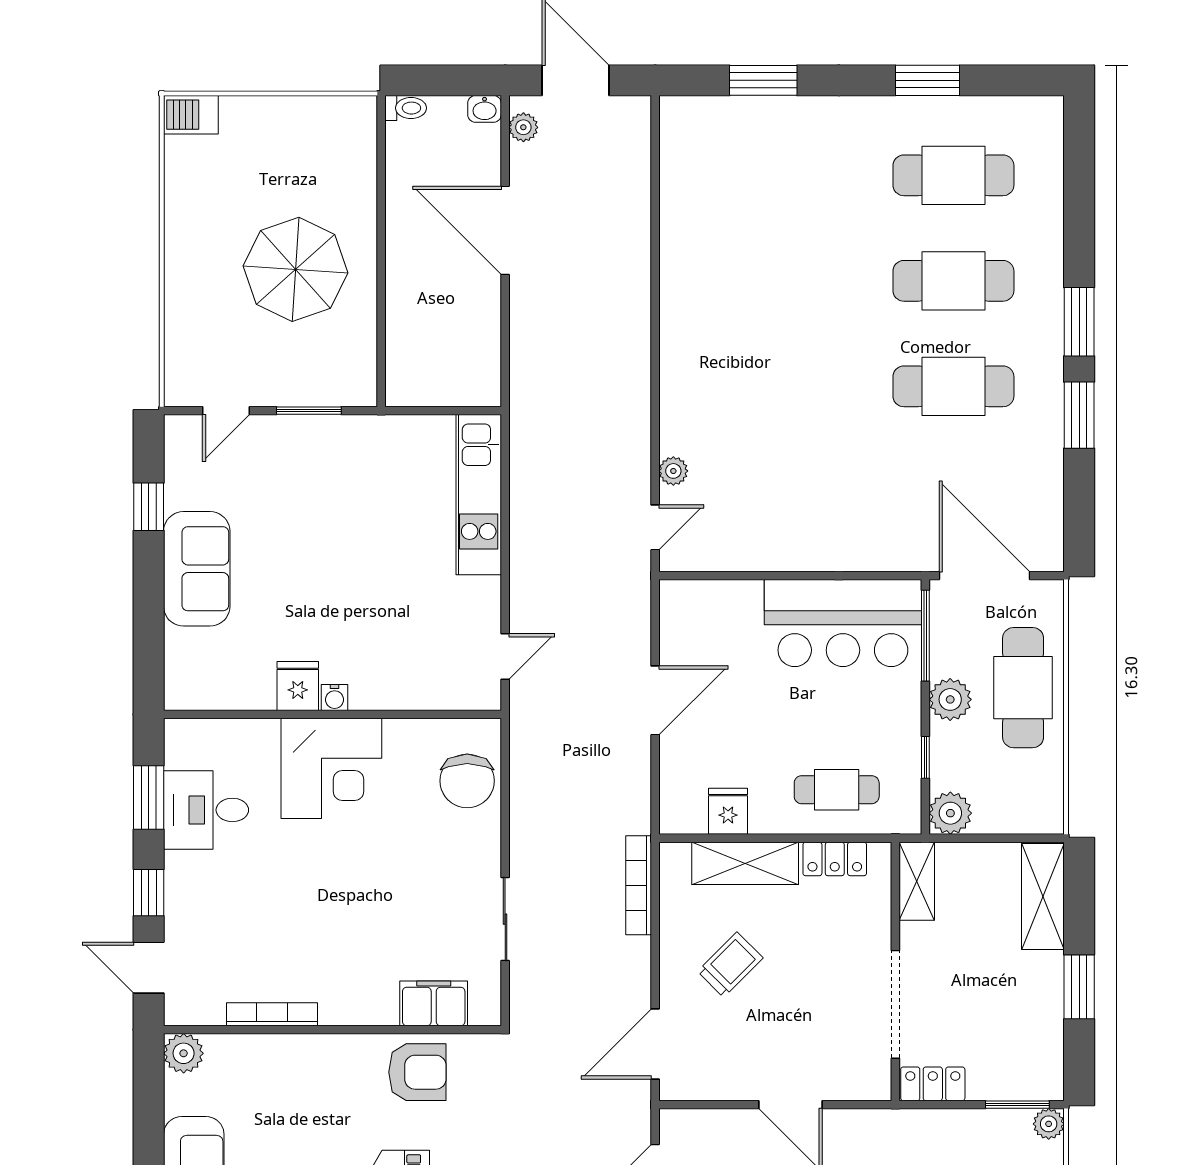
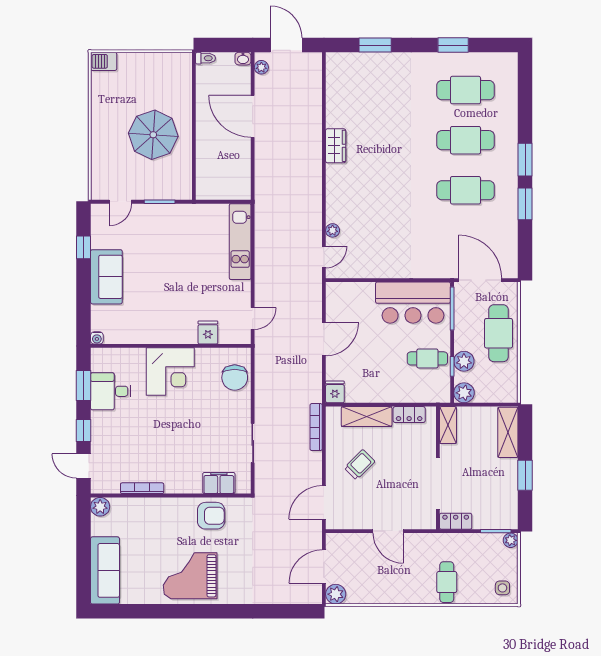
wardrobe: (680, 293) -> (336, 146), added
fridge: (298, 686) -> (208, 332), moved
water cooler: (335, 698) -> (97, 338), moved
plant: (950, 699) -> (464, 361), moved
cafe table: (837, 790) -> (427, 358), moved
fridge: (728, 811) -> (335, 392), moved

